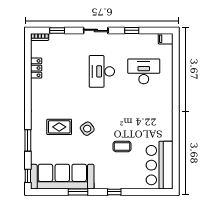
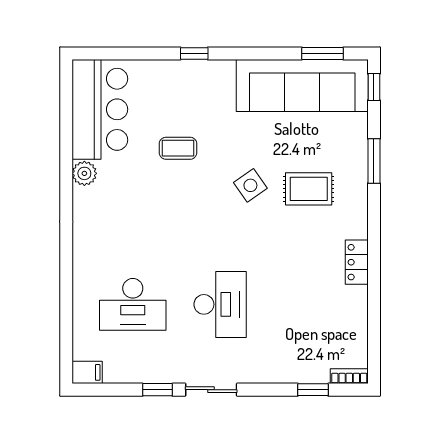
sliding door: (96, 30) -> (211, 390), moved
locker: (36, 68) -> (357, 262), moved
plant: (167, 134) -> (84, 173), added
window: (78, 192) -> (322, 53), moved

